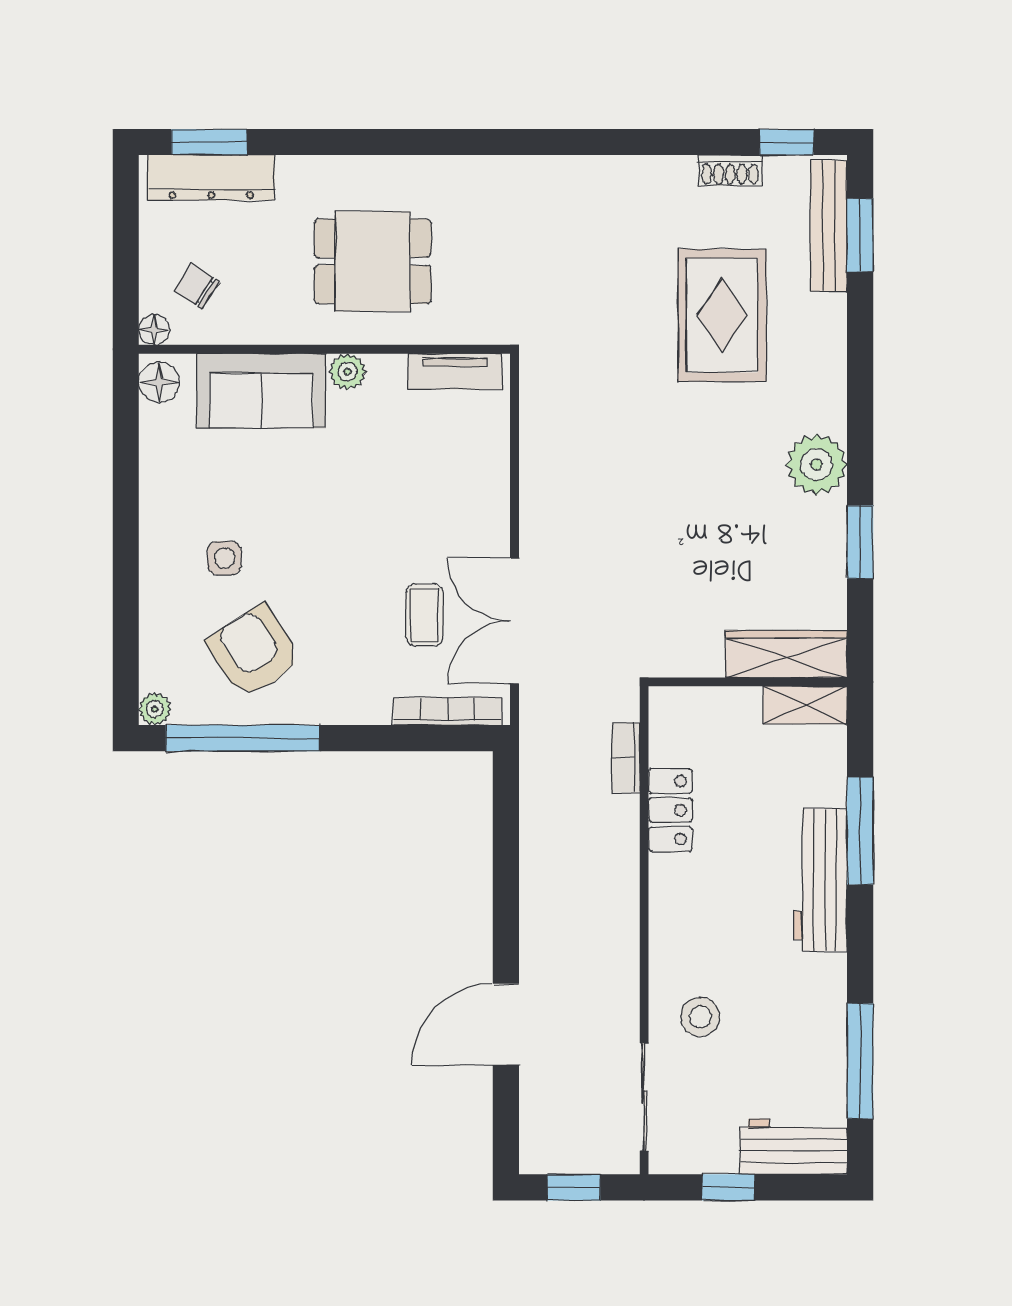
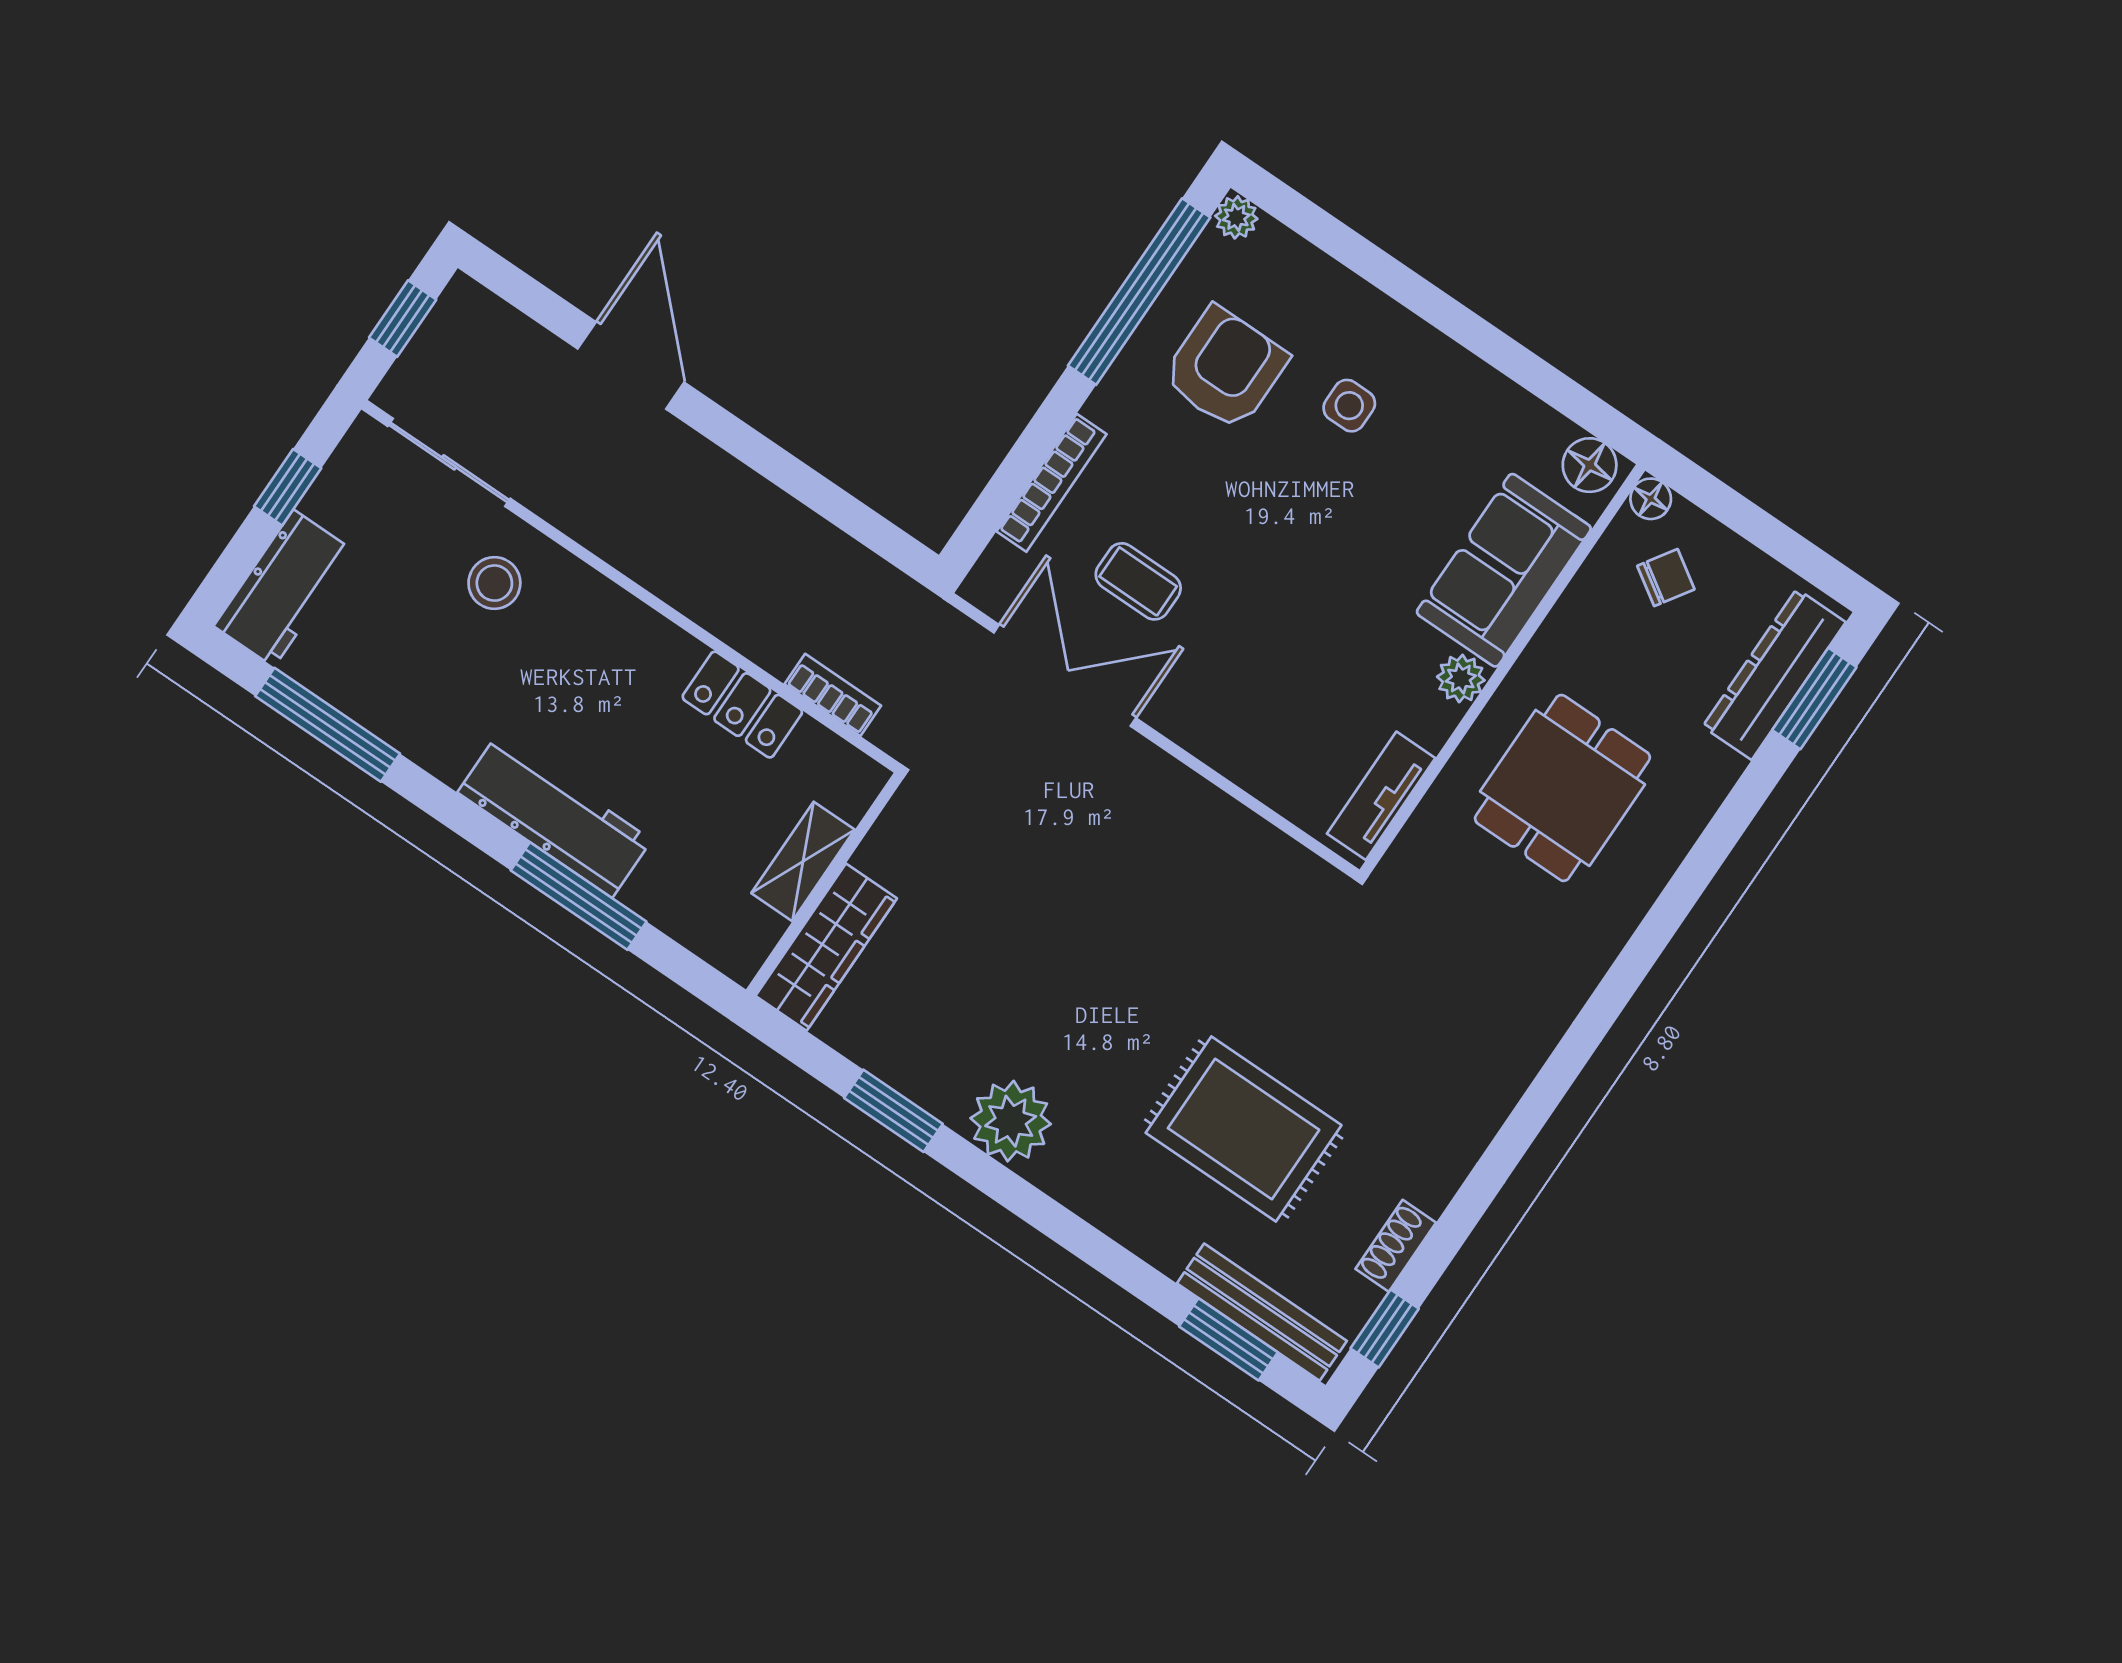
armchair: (254, 651) -> (1225, 368), turned -57
shelving: (805, 705) -> (803, 861), moved
bookcase: (448, 711) -> (1052, 483), moved

